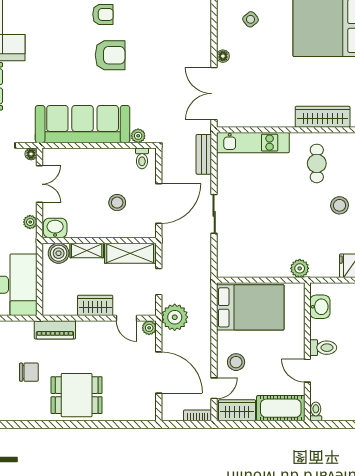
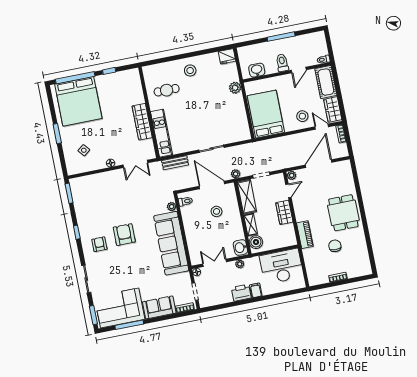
double door: (214, 94) -> (135, 164), width x0.73
wardrobe: (323, 117) -> (142, 122), moved
plant: (175, 317) -> (236, 174), moved, width x0.53, depth x0.53

